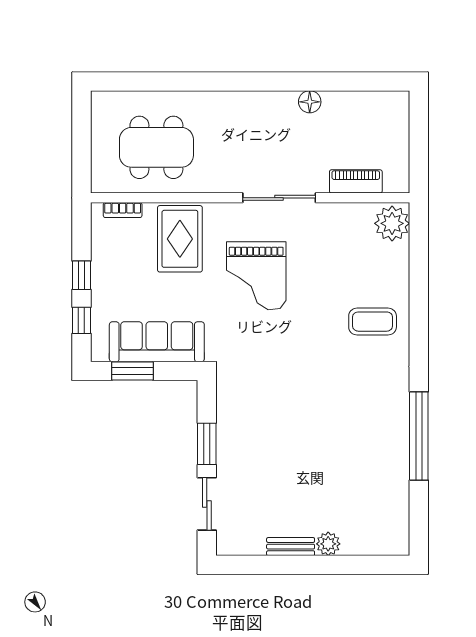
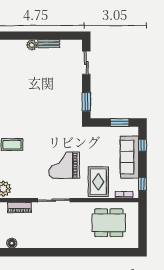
floor lamp: (310, 102) -> (12, 243), moved
window: (81, 275) -> (142, 184), moved
grand piano: (256, 276) -> (64, 165), turned -90
sofa: (157, 342) -> (129, 157), moved, turned 90
window: (207, 444) -> (86, 102), moved

